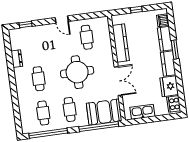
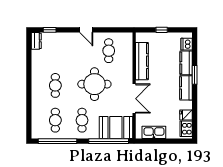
dresser: (17, 59) -> (36, 41), moved
fridge: (169, 86) -> (186, 115), width x0.53, depth x0.75

